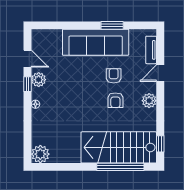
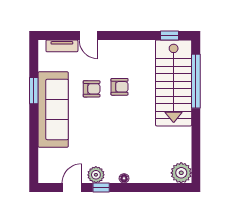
armchair: (114, 76) -> (92, 89), turned 180
plant: (149, 101) -> (120, 48), removed

